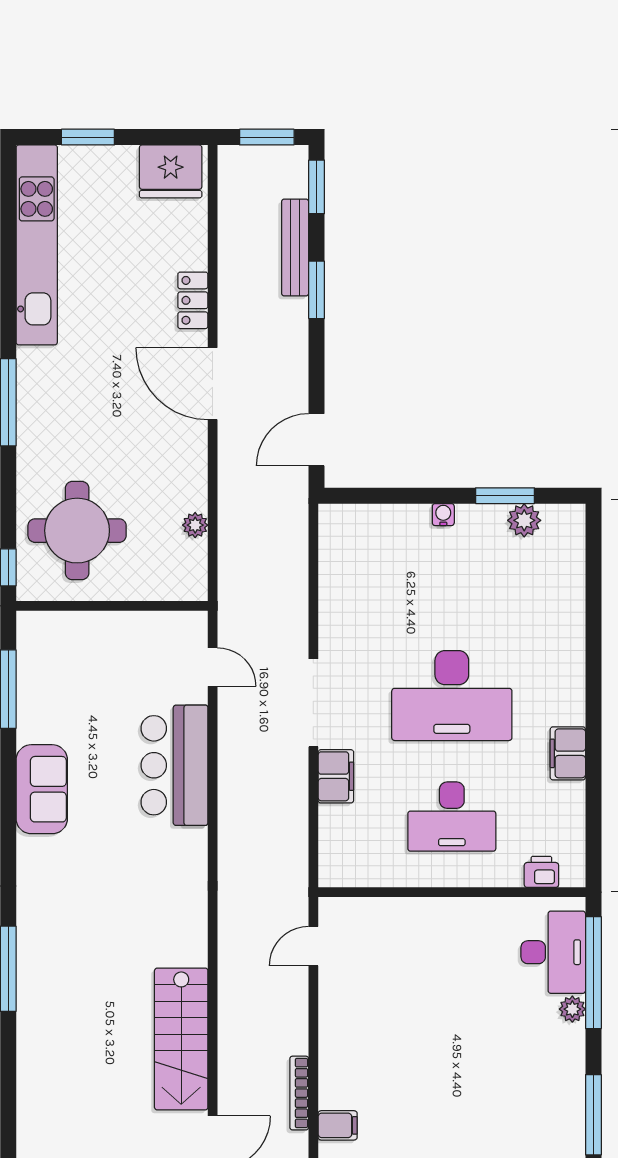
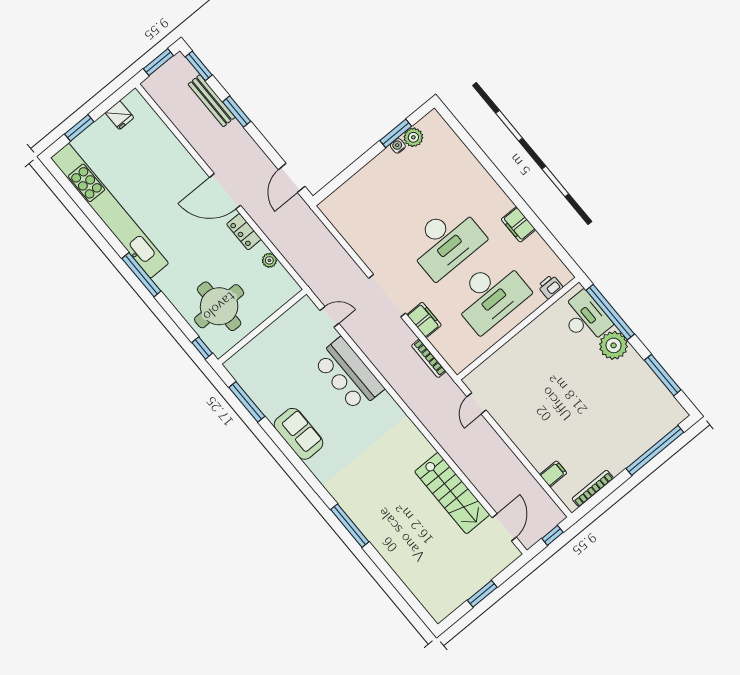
fridge: (171, 171) -> (120, 115), width x0.53, depth x0.75
kitchen unit: (37, 245) -> (110, 211), width x1.36
locker: (193, 300) -> (244, 232), moved
water cooler: (443, 515) -> (398, 146), moved
desk: (452, 817) -> (490, 295), width x1.36, depth x1.30
plant: (572, 1009) -> (614, 345), width x1.88, depth x1.88
bookcase: (299, 1093) -> (429, 358), moved

